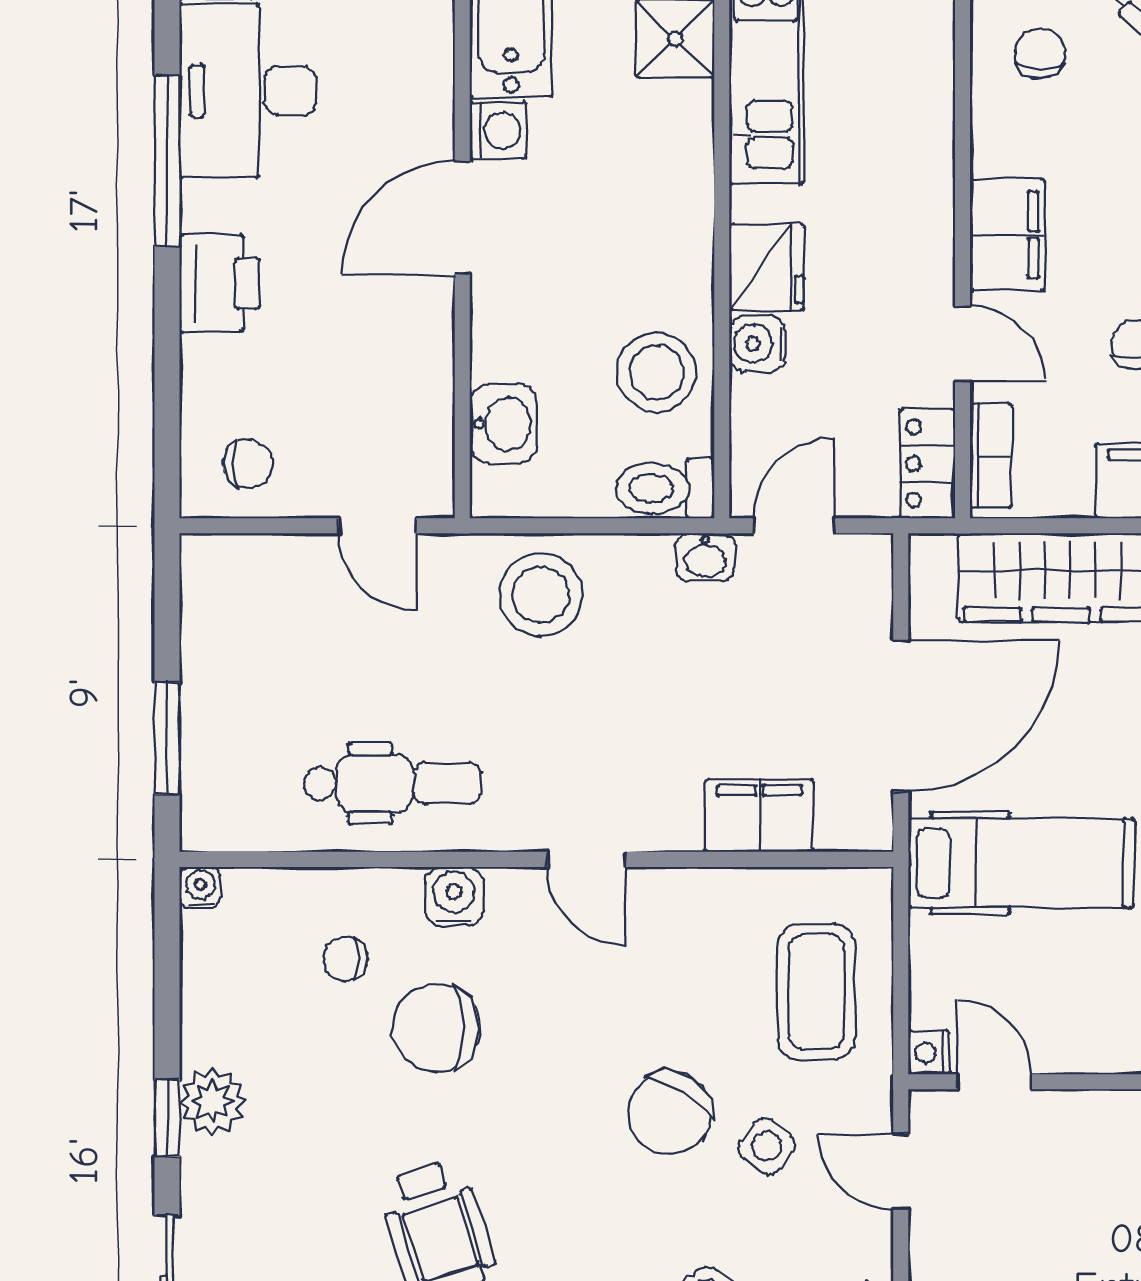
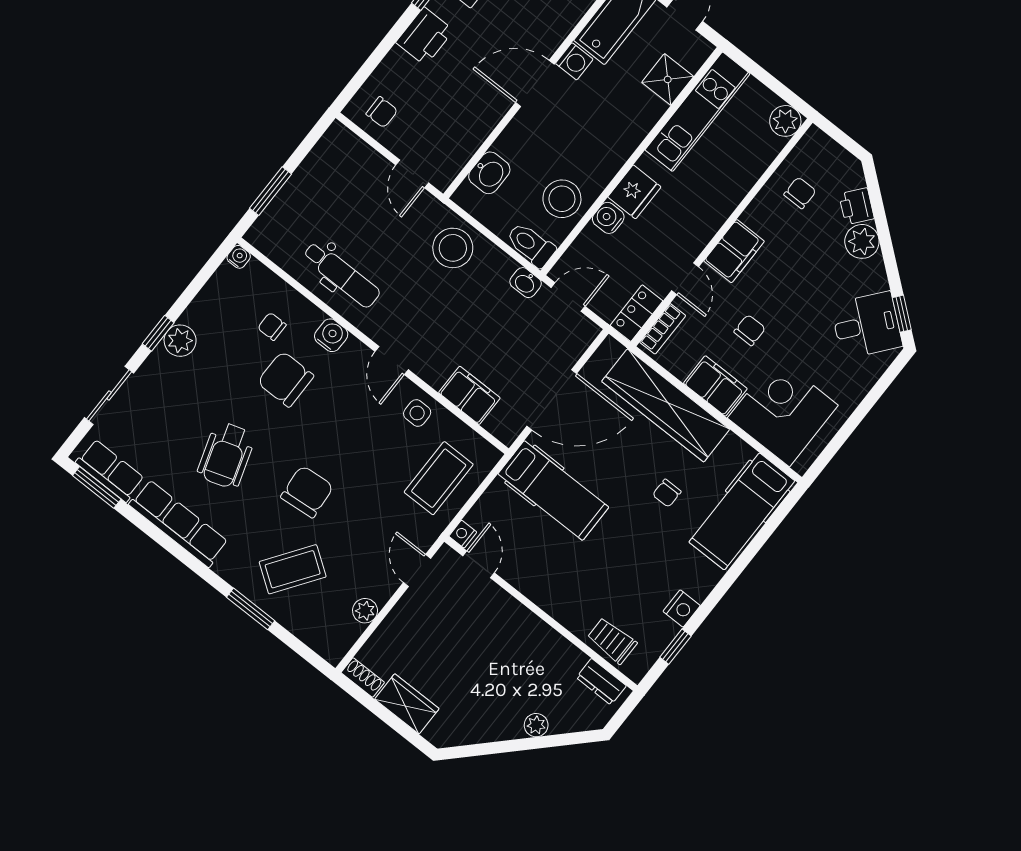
chair: (670, 1113) -> (307, 492), moved, turned 143
side table: (767, 1147) -> (417, 413), moved, turned -37

